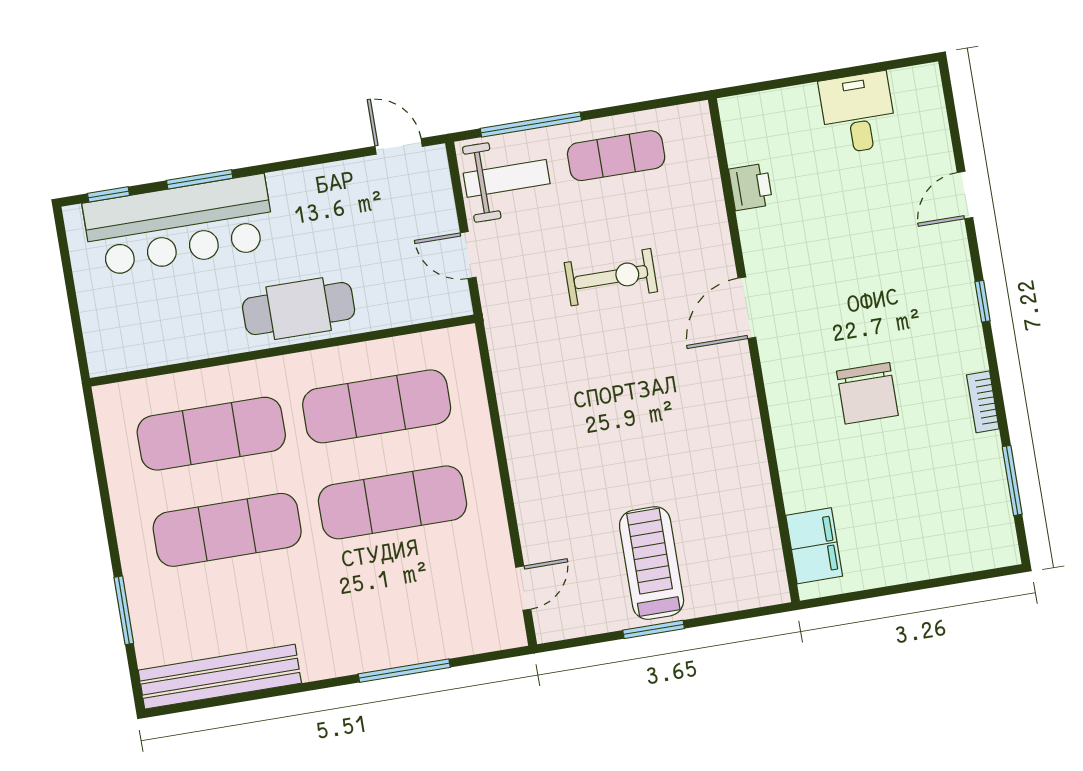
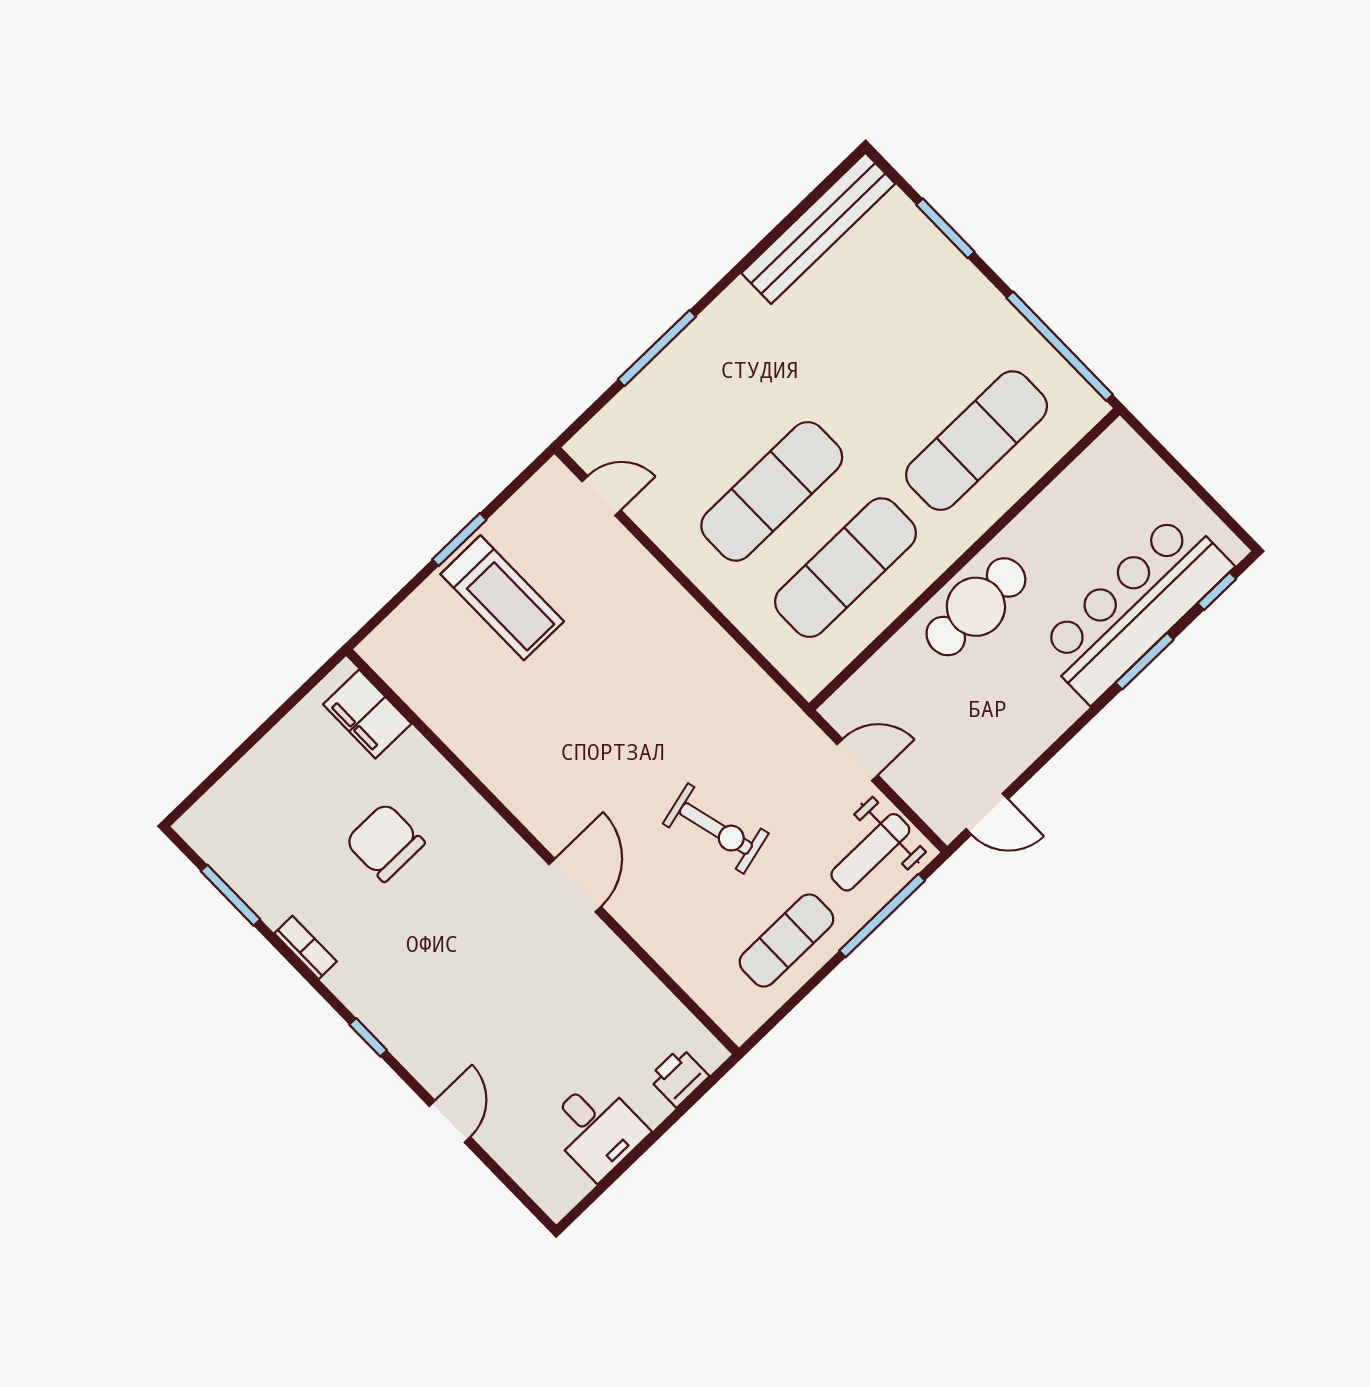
printer: (751, 187) -> (679, 1077), moved, turned 90
exercise bike: (611, 277) -> (716, 828), turned -104
chair: (867, 393) -> (385, 842), moved
window: (99, 462) -> (1060, 346), added
exercise mat: (227, 530) -> (903, 364), removed
door: (523, 588) -> (601, 496), swing flipped

